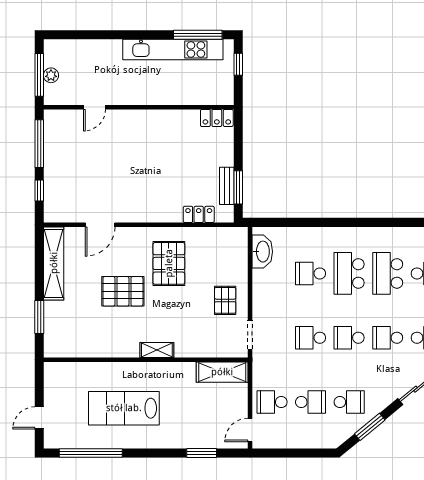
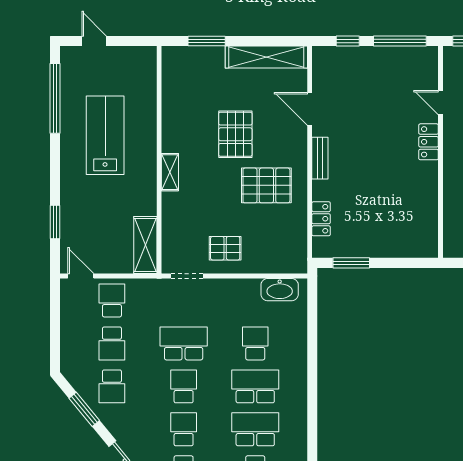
locker: (217, 118) -> (429, 142), moved
bench: (227, 186) -> (320, 158), moved, turned 90
school desk: (311, 338) -> (184, 343), width x1.85

